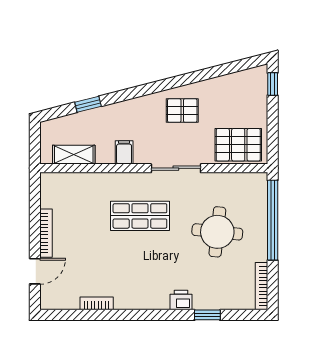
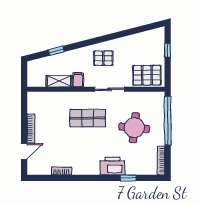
window: (273, 84) -> (168, 50), moved
pallet: (182, 111) -> (103, 58), moved
shelving: (74, 155) -> (59, 81), moved
printer: (181, 300) -> (112, 166), width x1.87, depth x1.48

